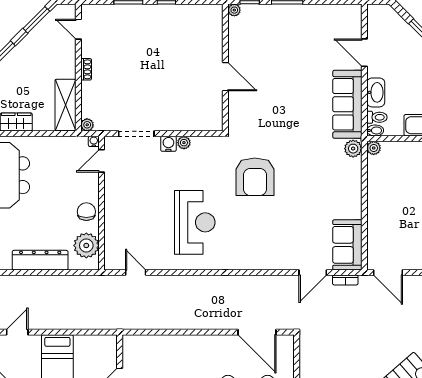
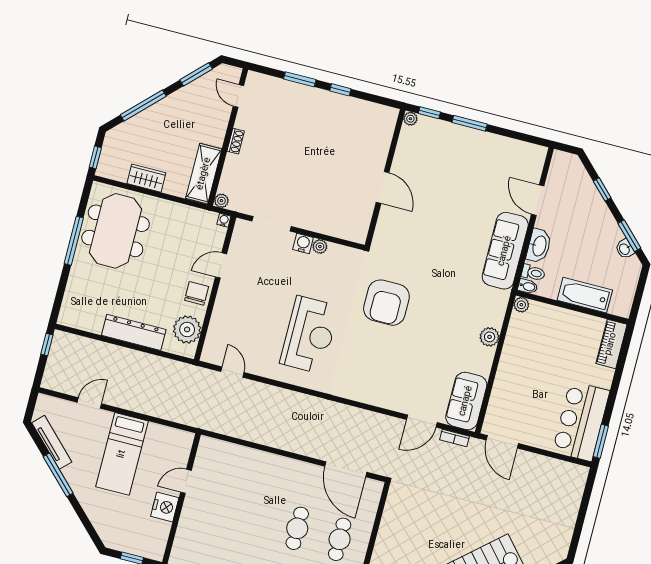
plant: (353, 149) -> (490, 337), moved
door: (101, 161) -> (221, 265), moved

